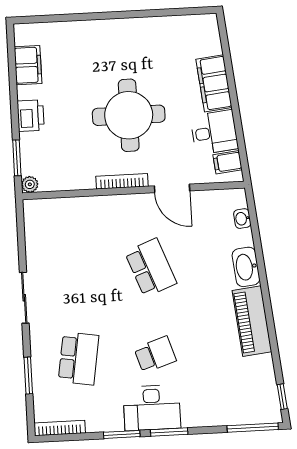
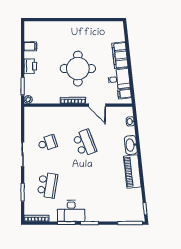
filing cabinet: (28, 65) -> (30, 46), width x0.50
school desk: (155, 355) -> (47, 143), moved
desk: (152, 408) -> (71, 211), moved

